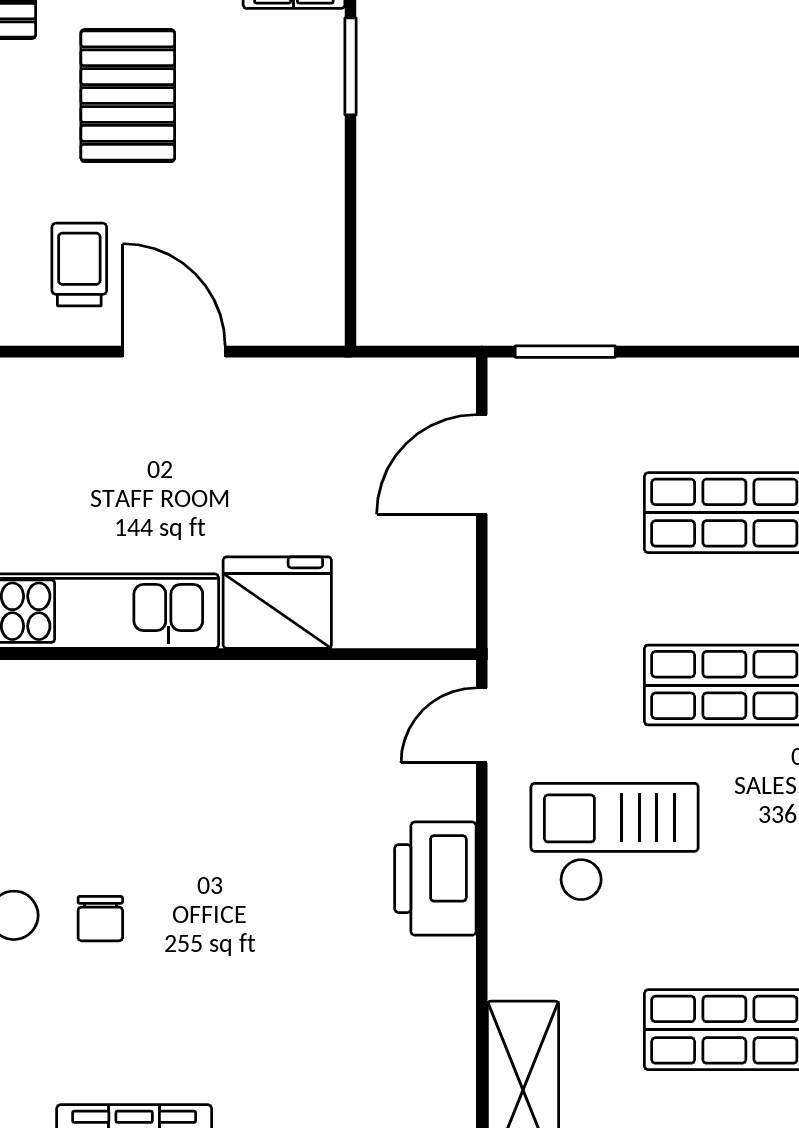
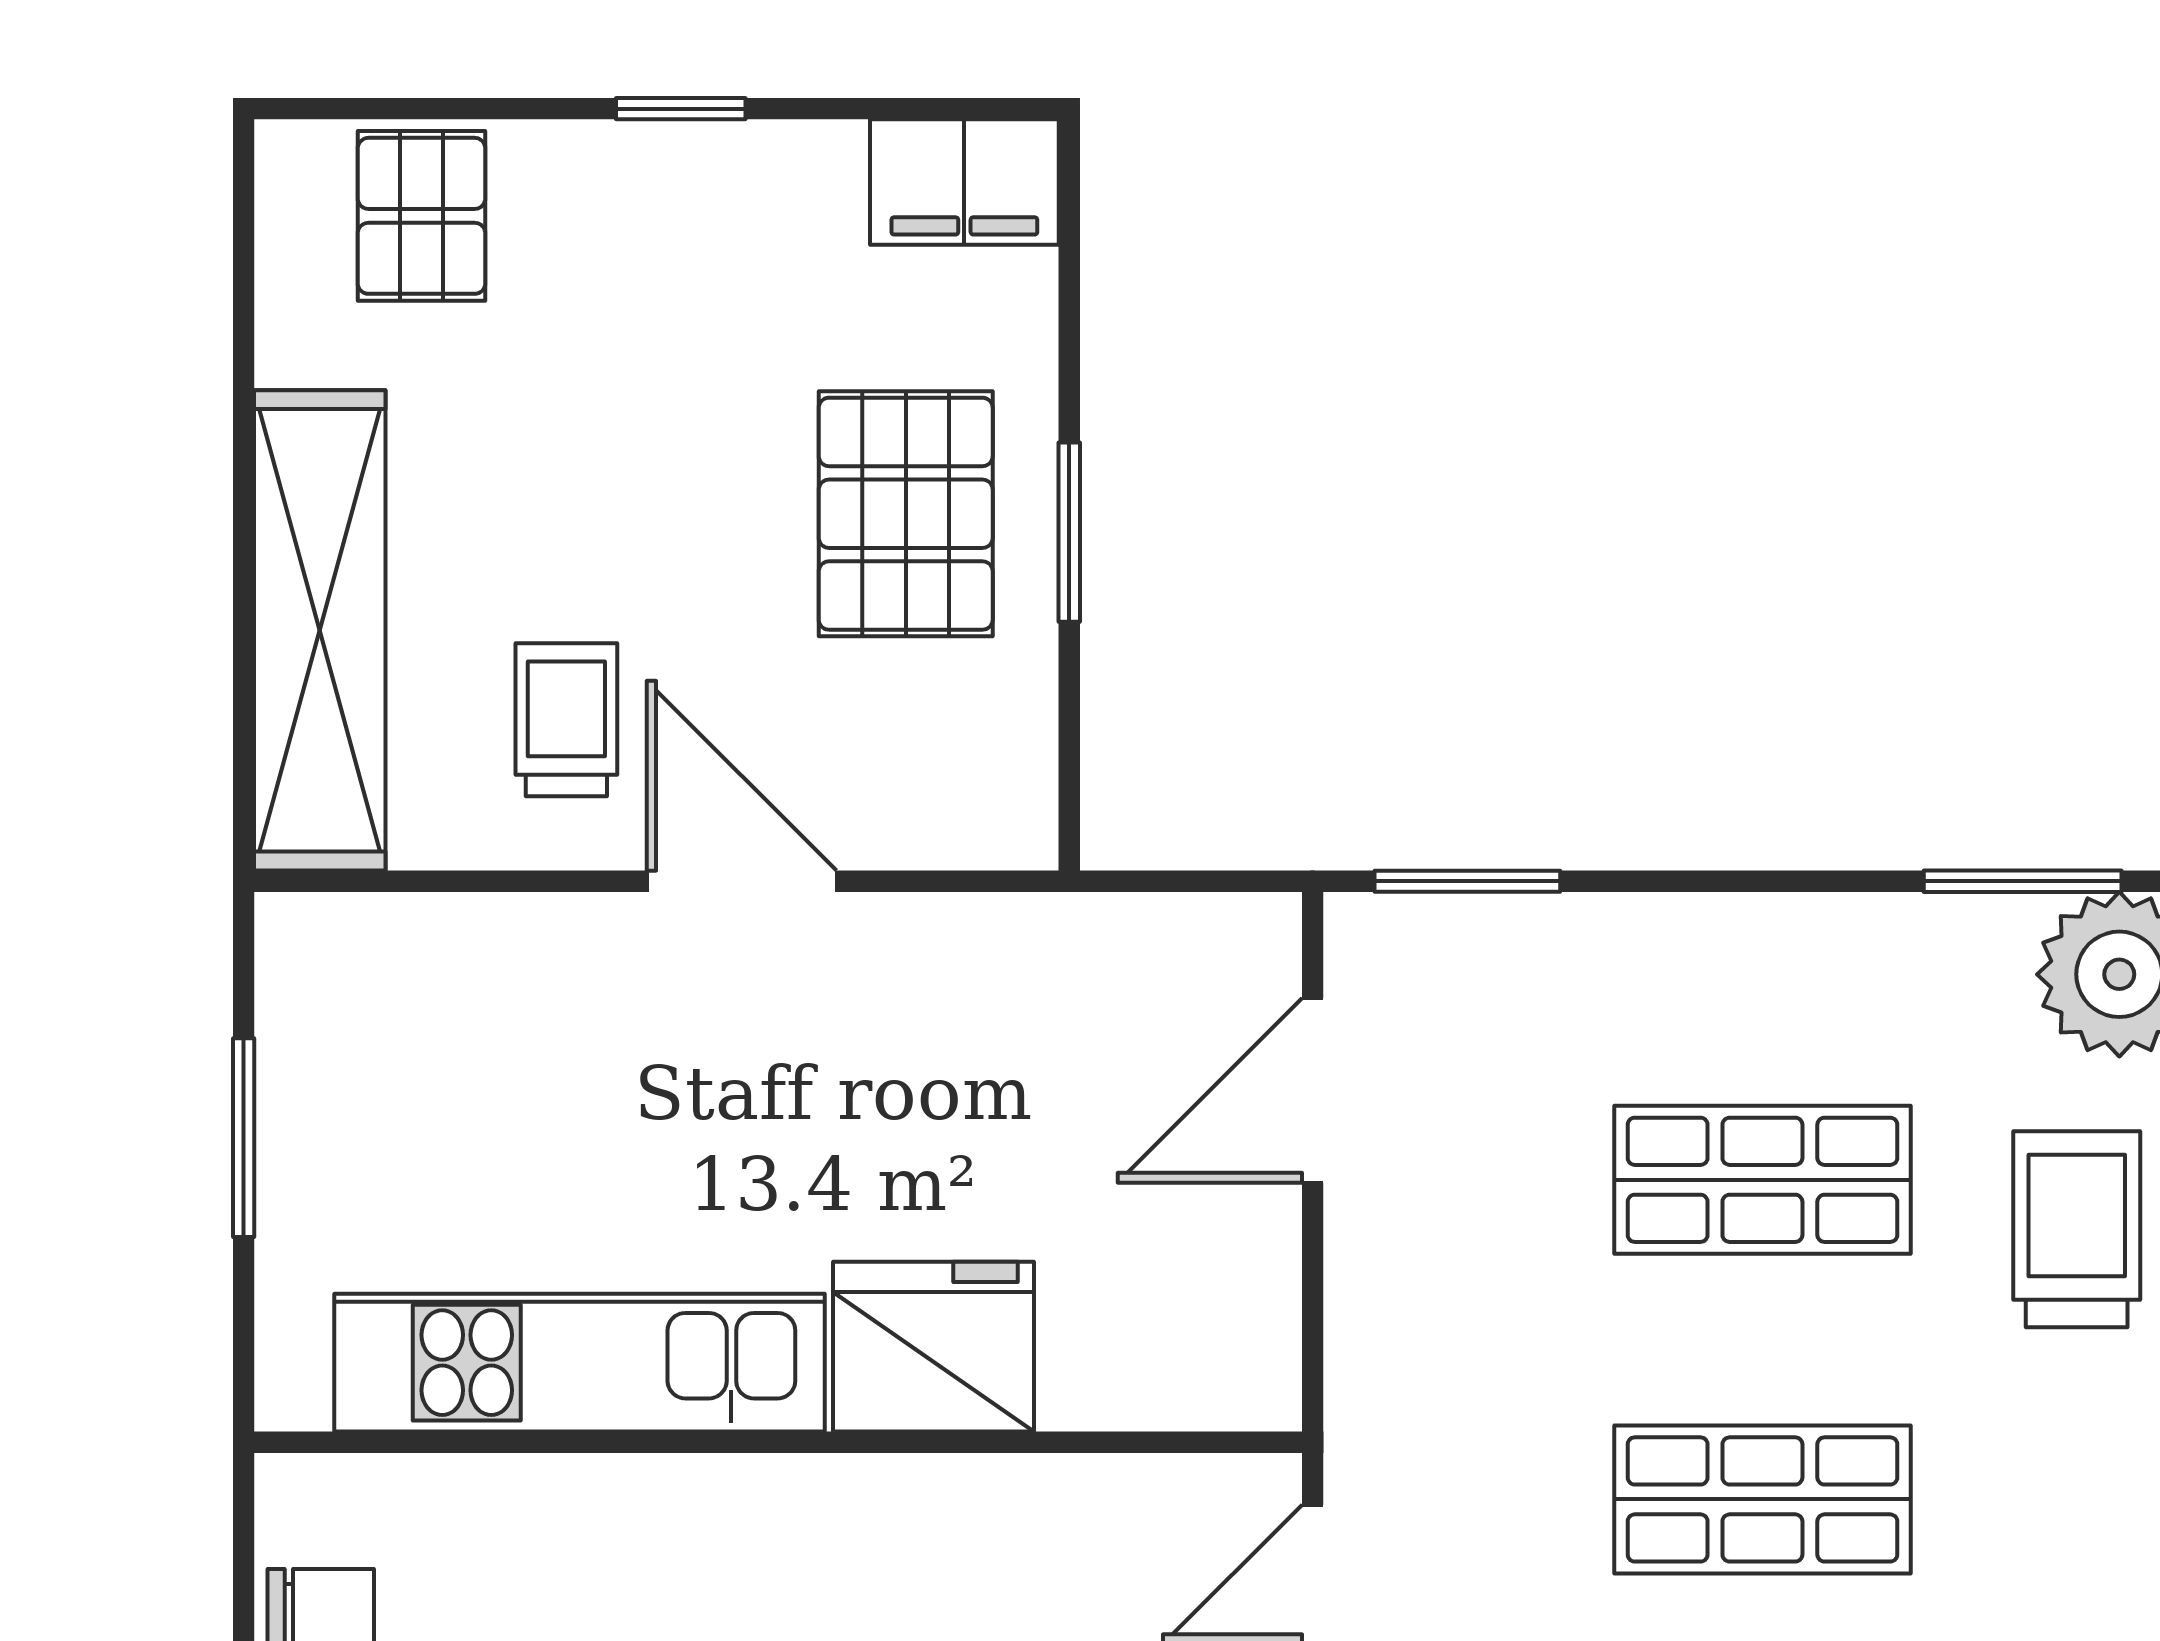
window: (350, 66) -> (1069, 532), moved
pallet: (128, 96) -> (906, 514), moved

